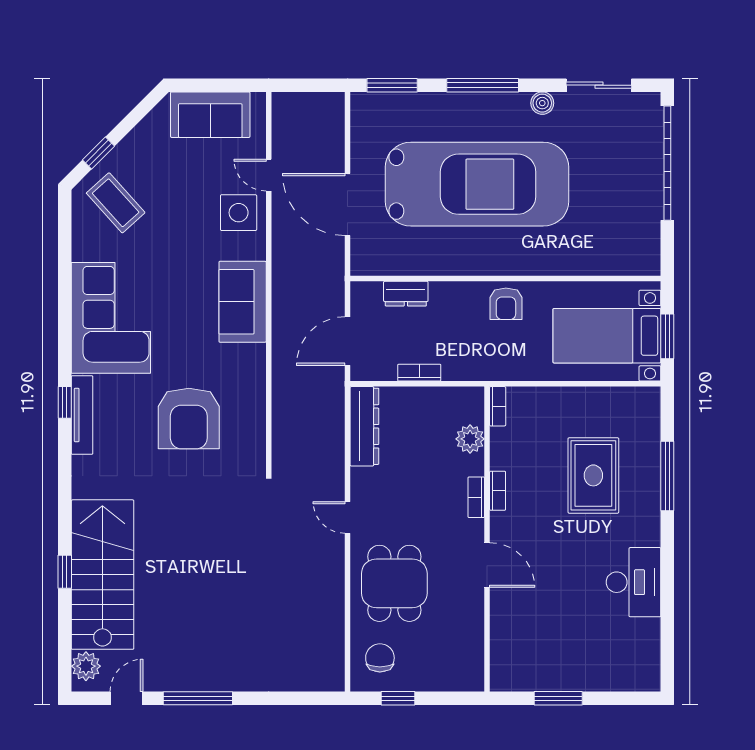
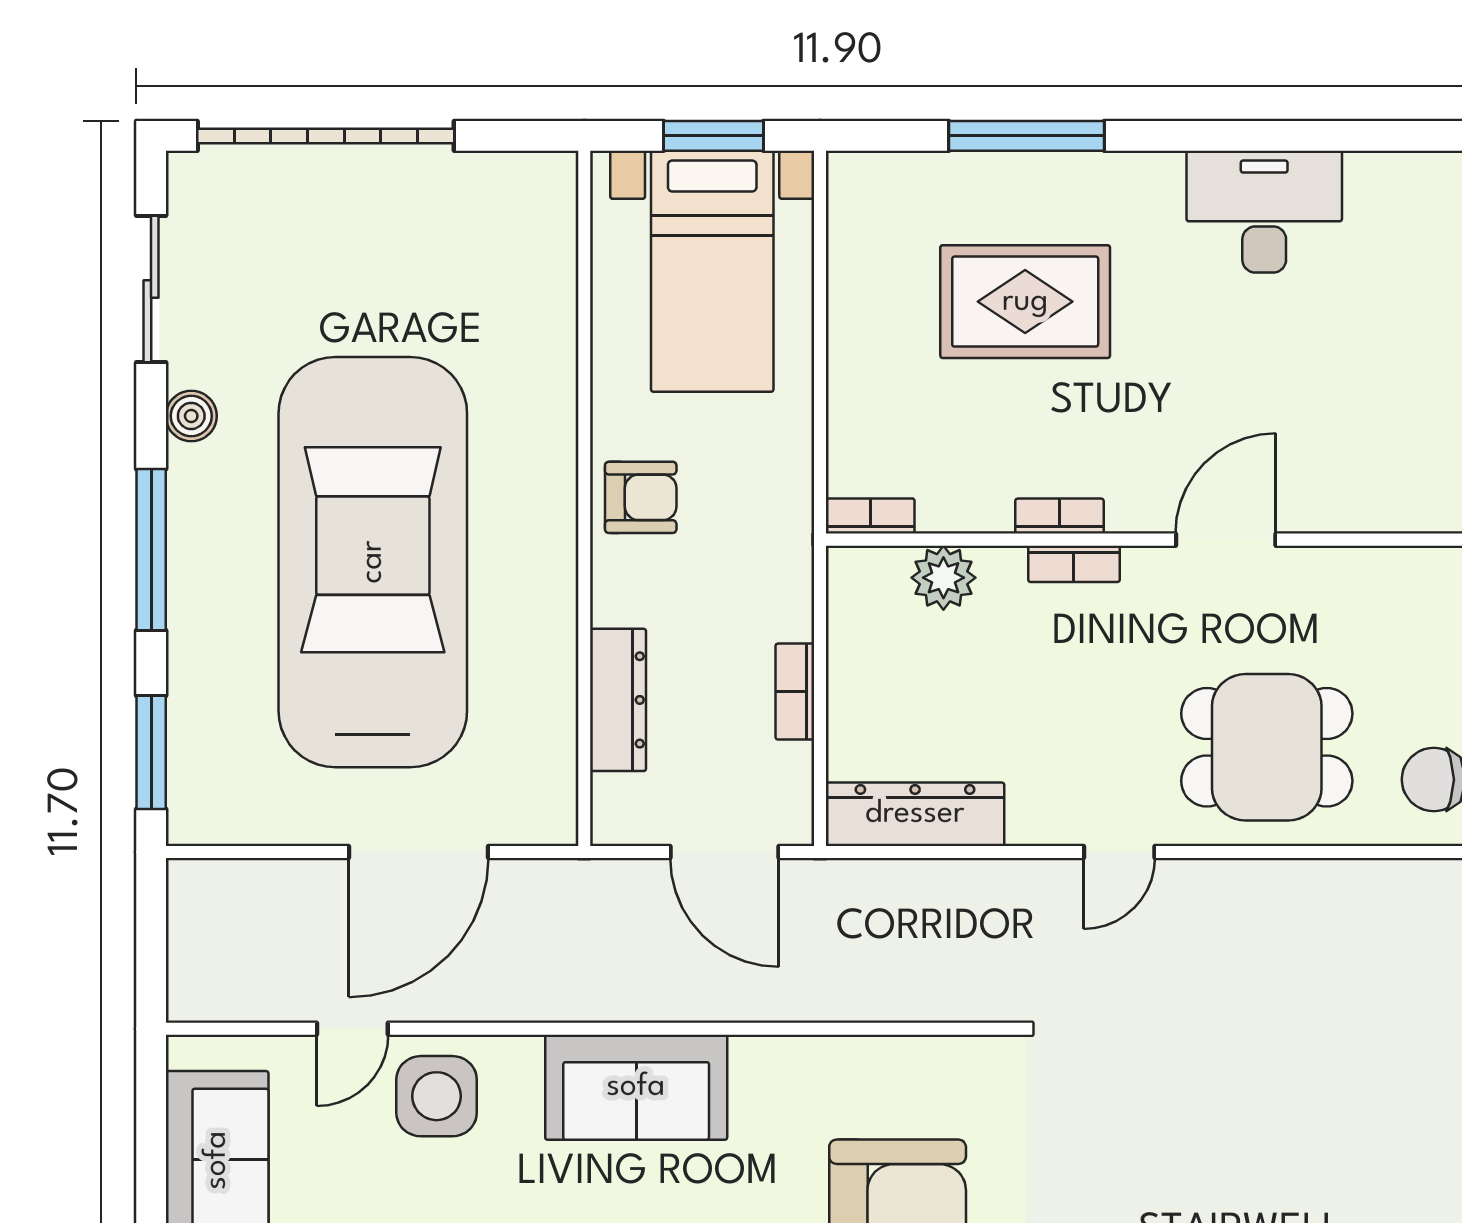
dresser: (406, 294) -> (618, 700), width x1.44

